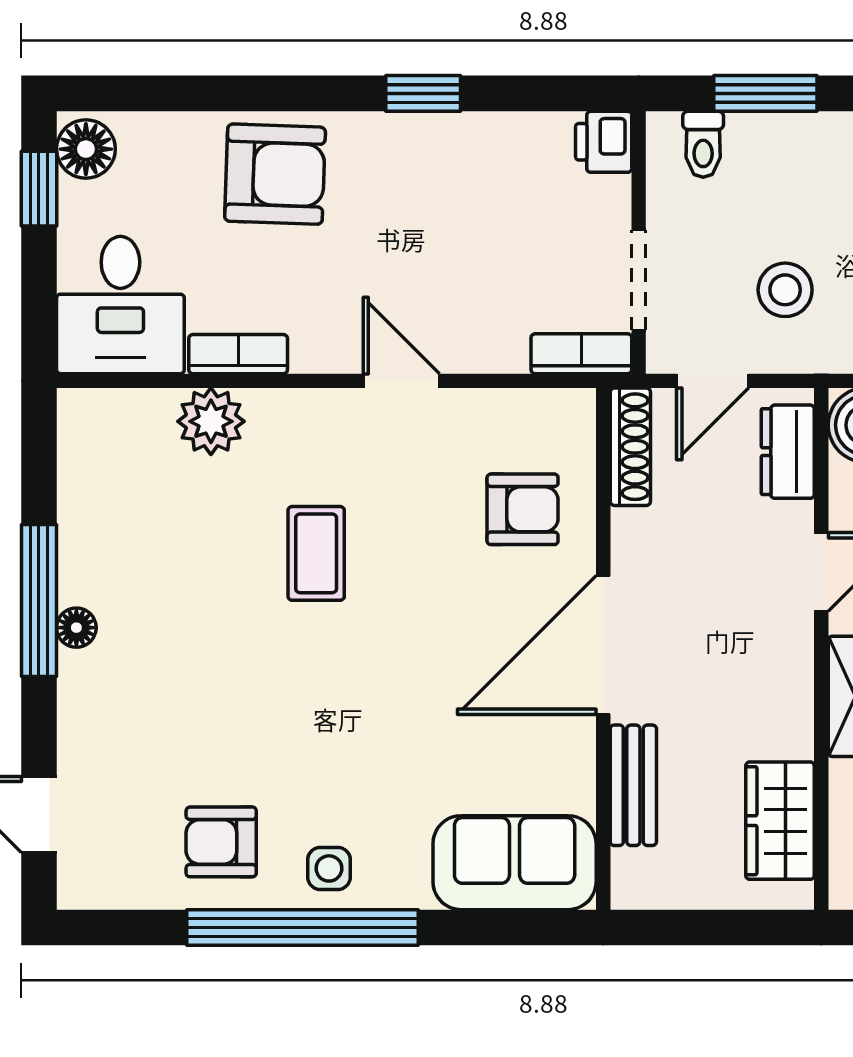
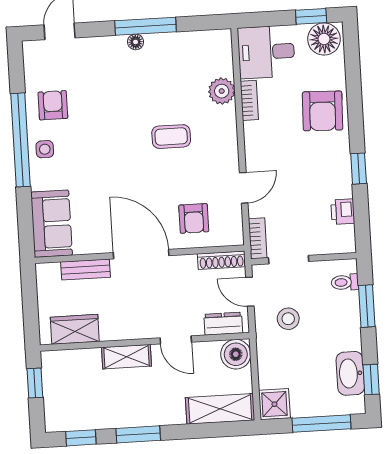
printer: (604, 142) -> (343, 212), moved, turned -90
floor lamp: (86, 149) -> (324, 39), width x1.38, depth x1.38
door: (401, 381) -> (244, 188), moved

